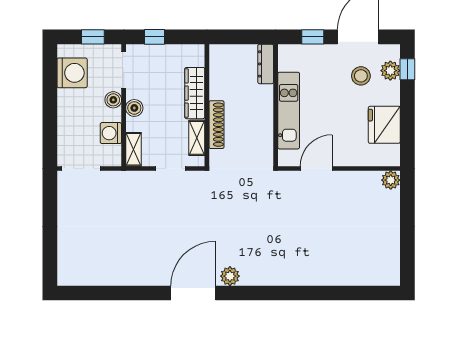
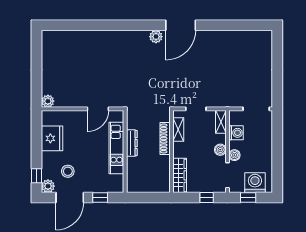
dresser: (266, 64) -> (132, 143), moved
plant: (390, 71) -> (48, 186), moved
washing machine: (72, 73) -> (255, 183), moved, turned 90
wardrobe: (195, 93) -> (180, 175), moved

